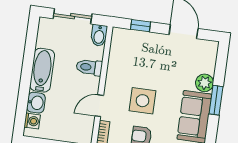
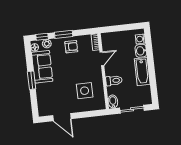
window: (141, 26) -> (89, 114), removed
plant: (205, 83) -> (41, 89), removed
side table: (142, 101) -> (85, 91), moved

